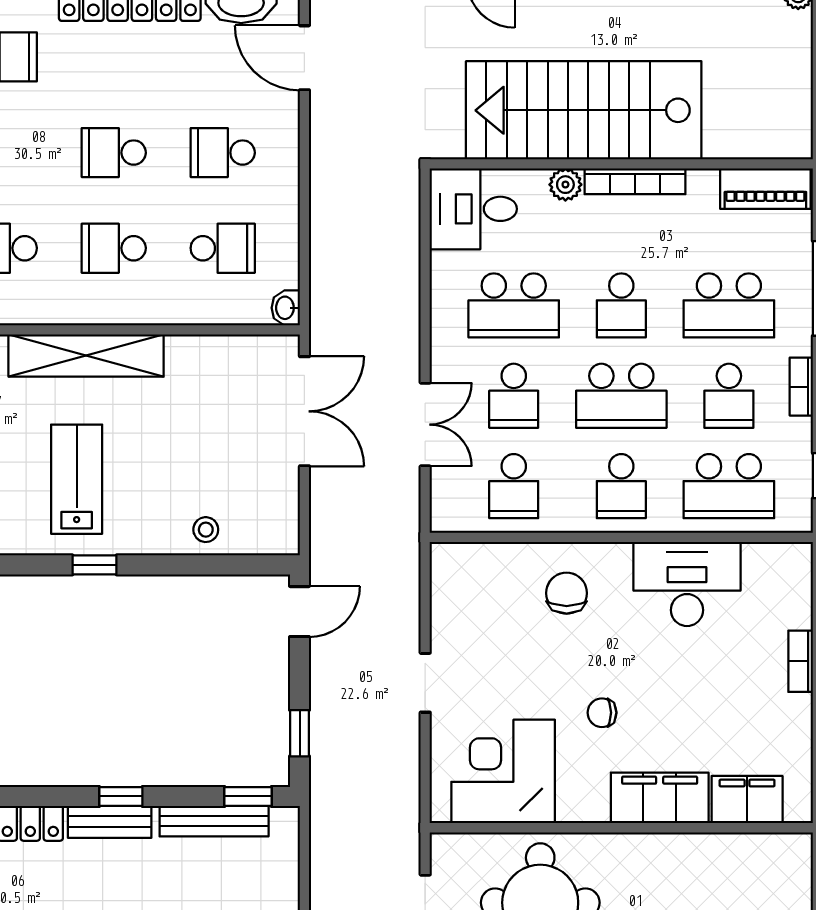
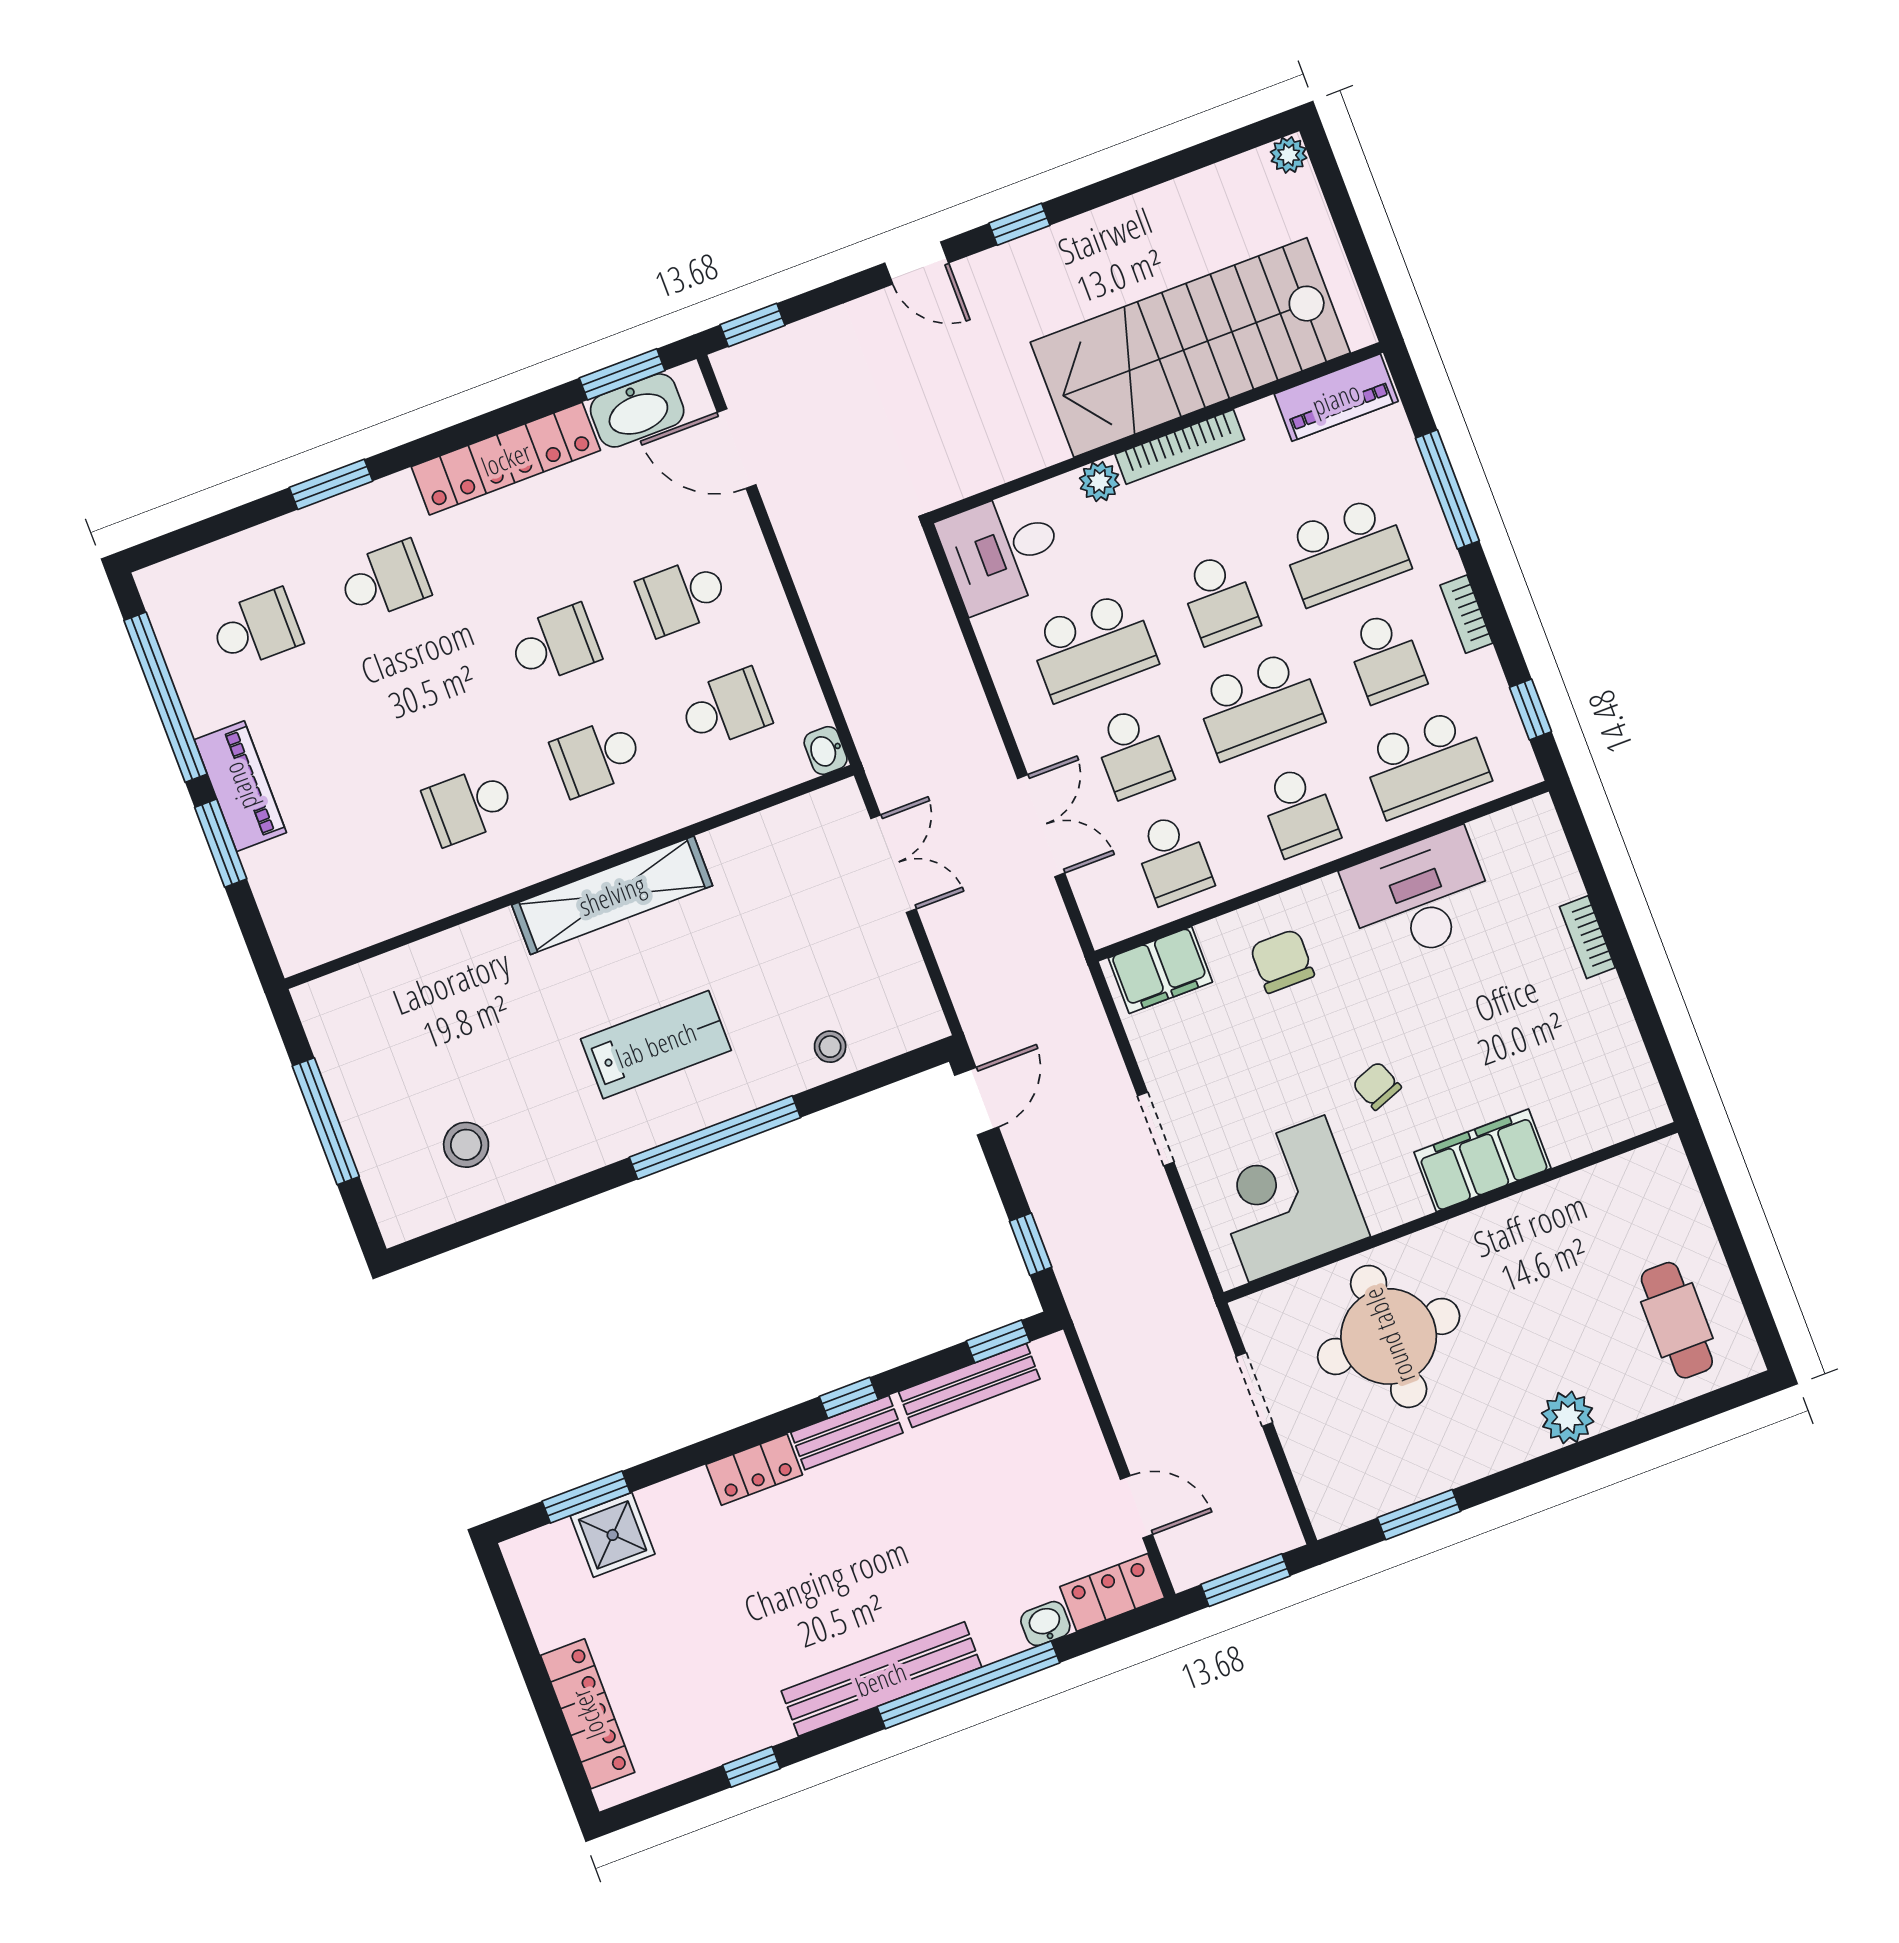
stairs: (584, 110) -> (1190, 347), moved
school desk: (114, 153) -> (555, 644), turned 180
double door: (304, 411) -> (893, 864), width x0.73
lab bench: (77, 479) -> (656, 1045), turned 90
window: (94, 565) -> (715, 1137), width x3.17
chair: (602, 713) -> (1377, 1086), turned 69
filing cabinet: (747, 800) -> (1160, 970), moved, turned 180

